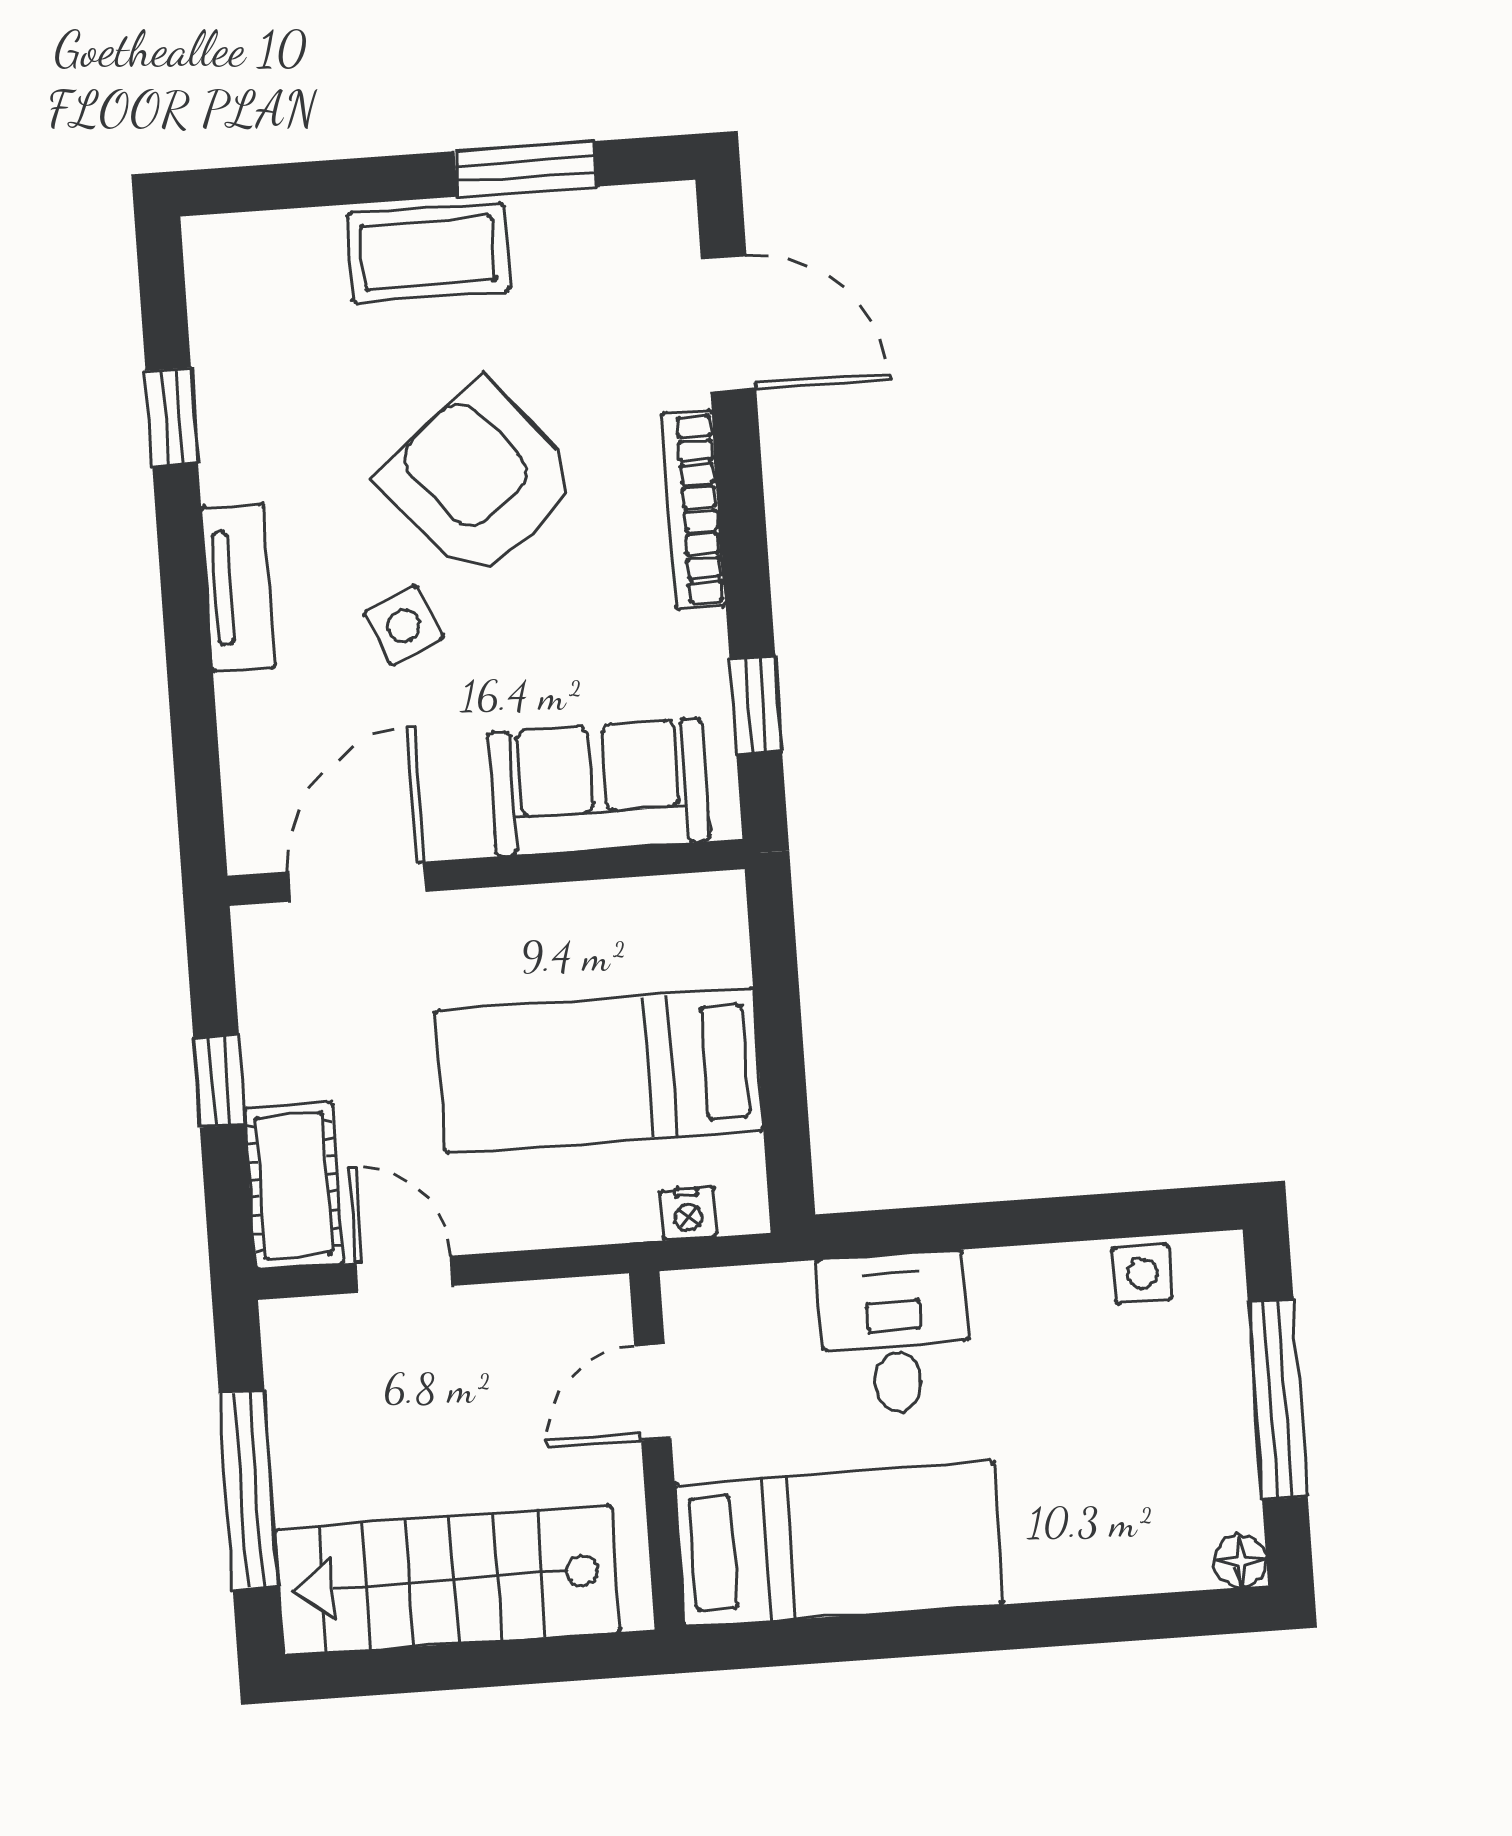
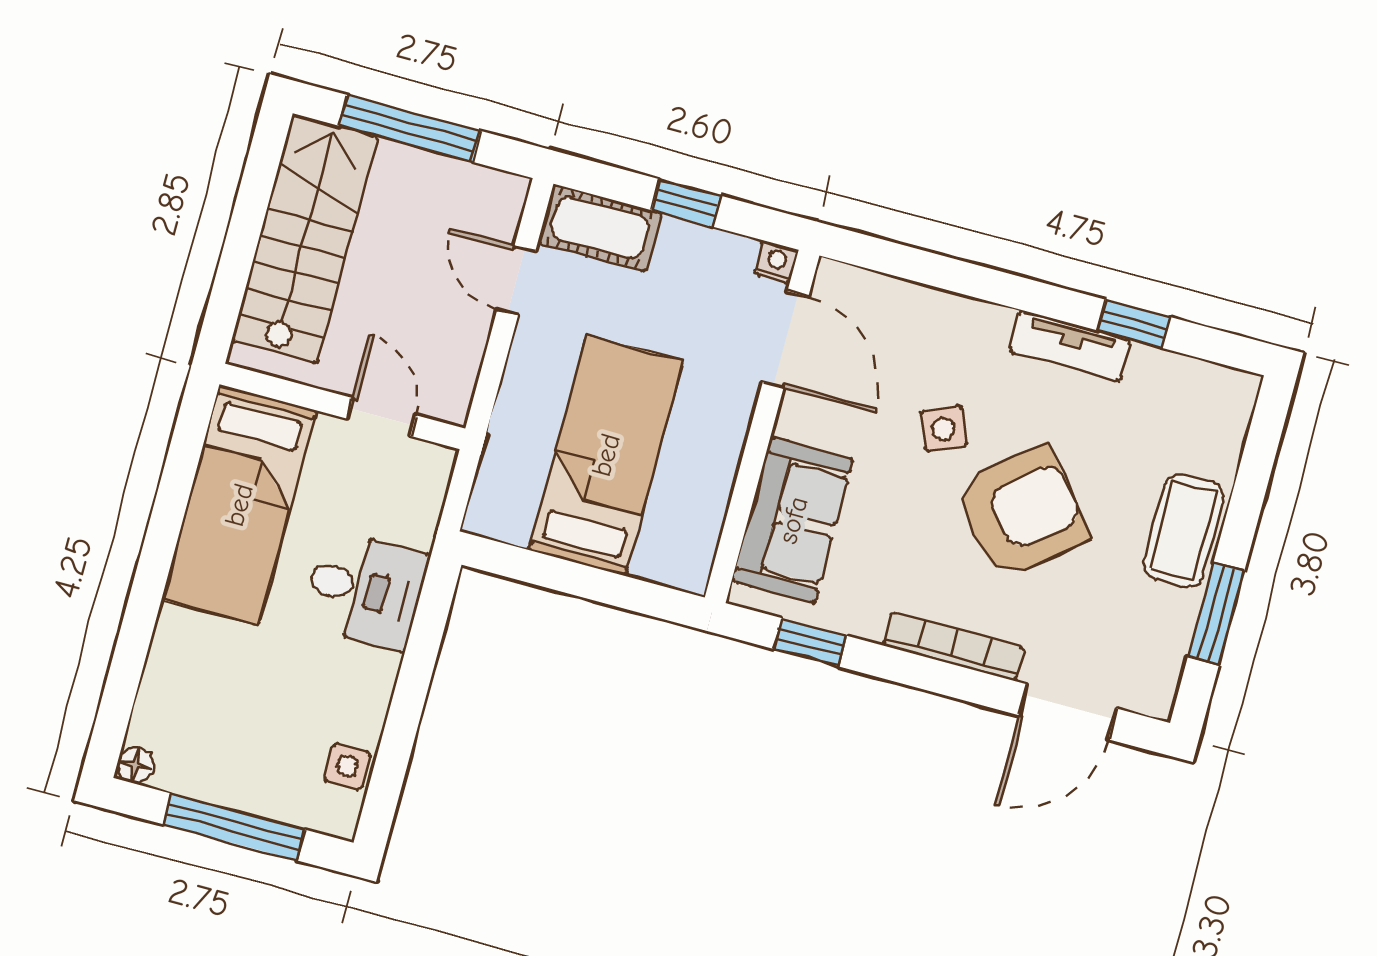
tv unit: (238, 588) -> (1070, 346), moved
nightstand: (688, 1213) -> (776, 262), moved, turned 90
door: (404, 1274) -> (516, 280), swing flipped

